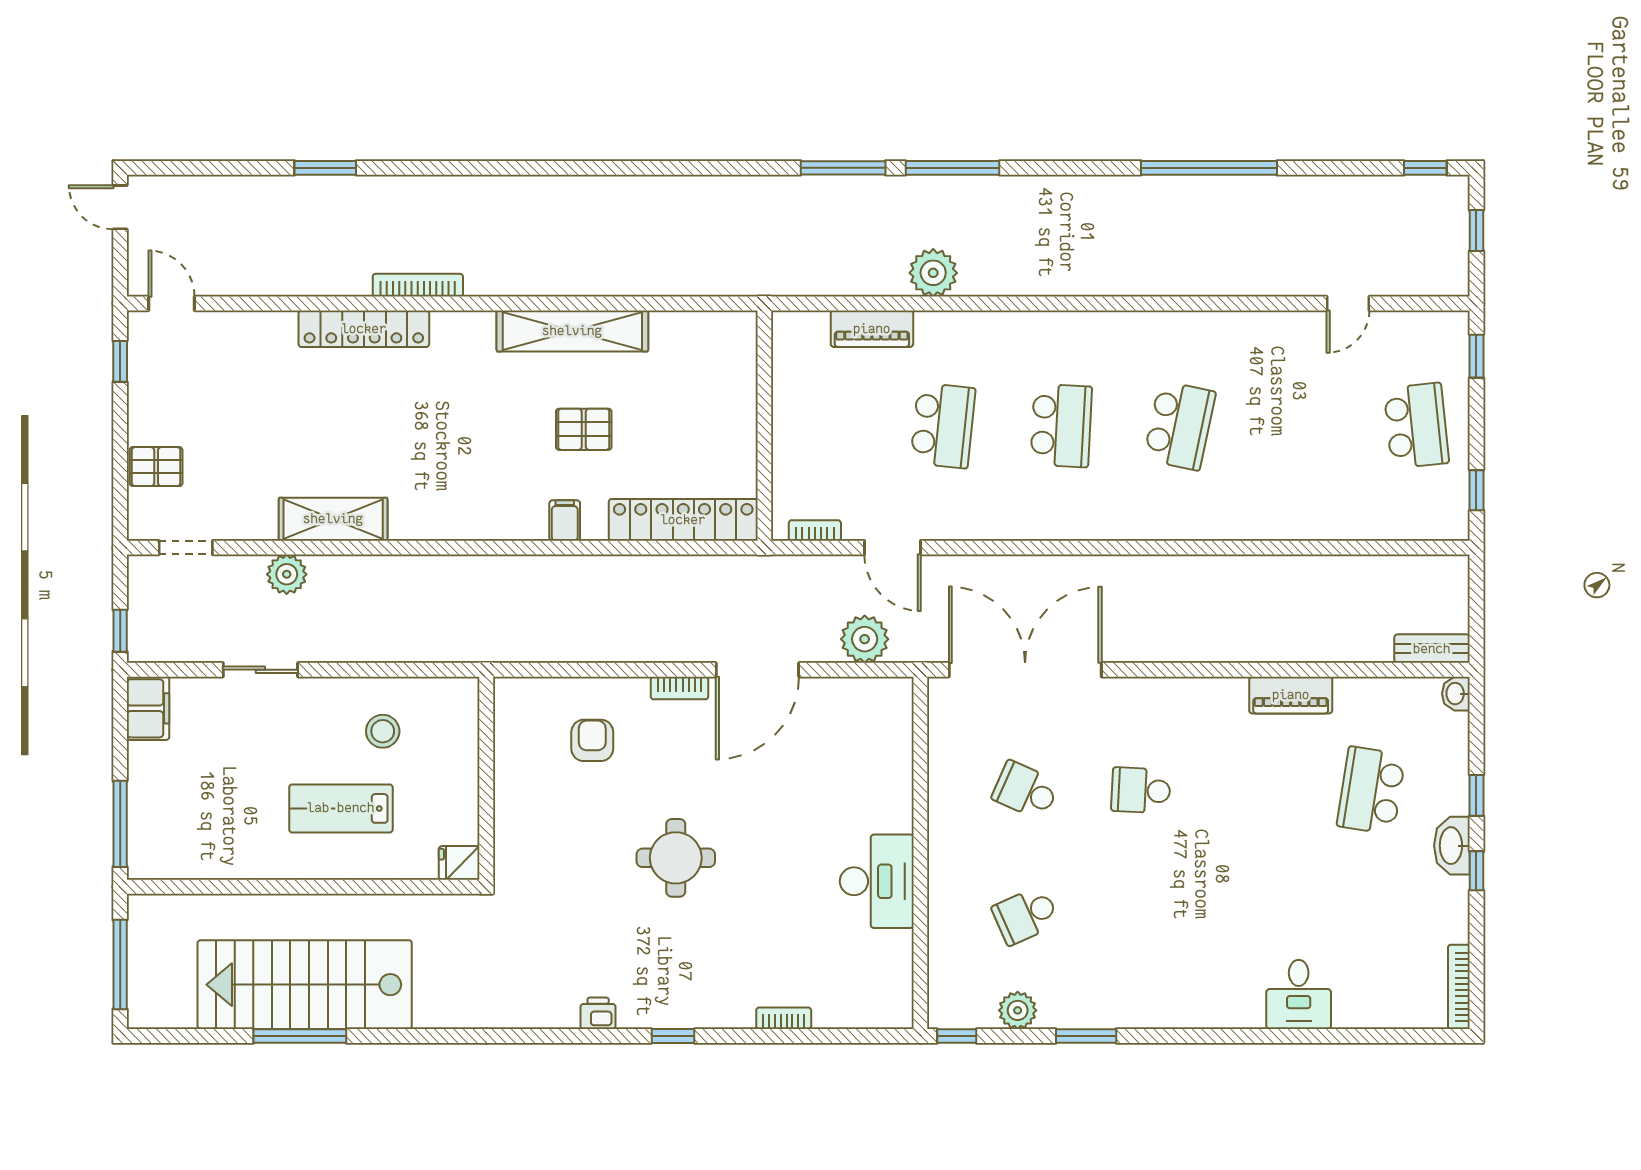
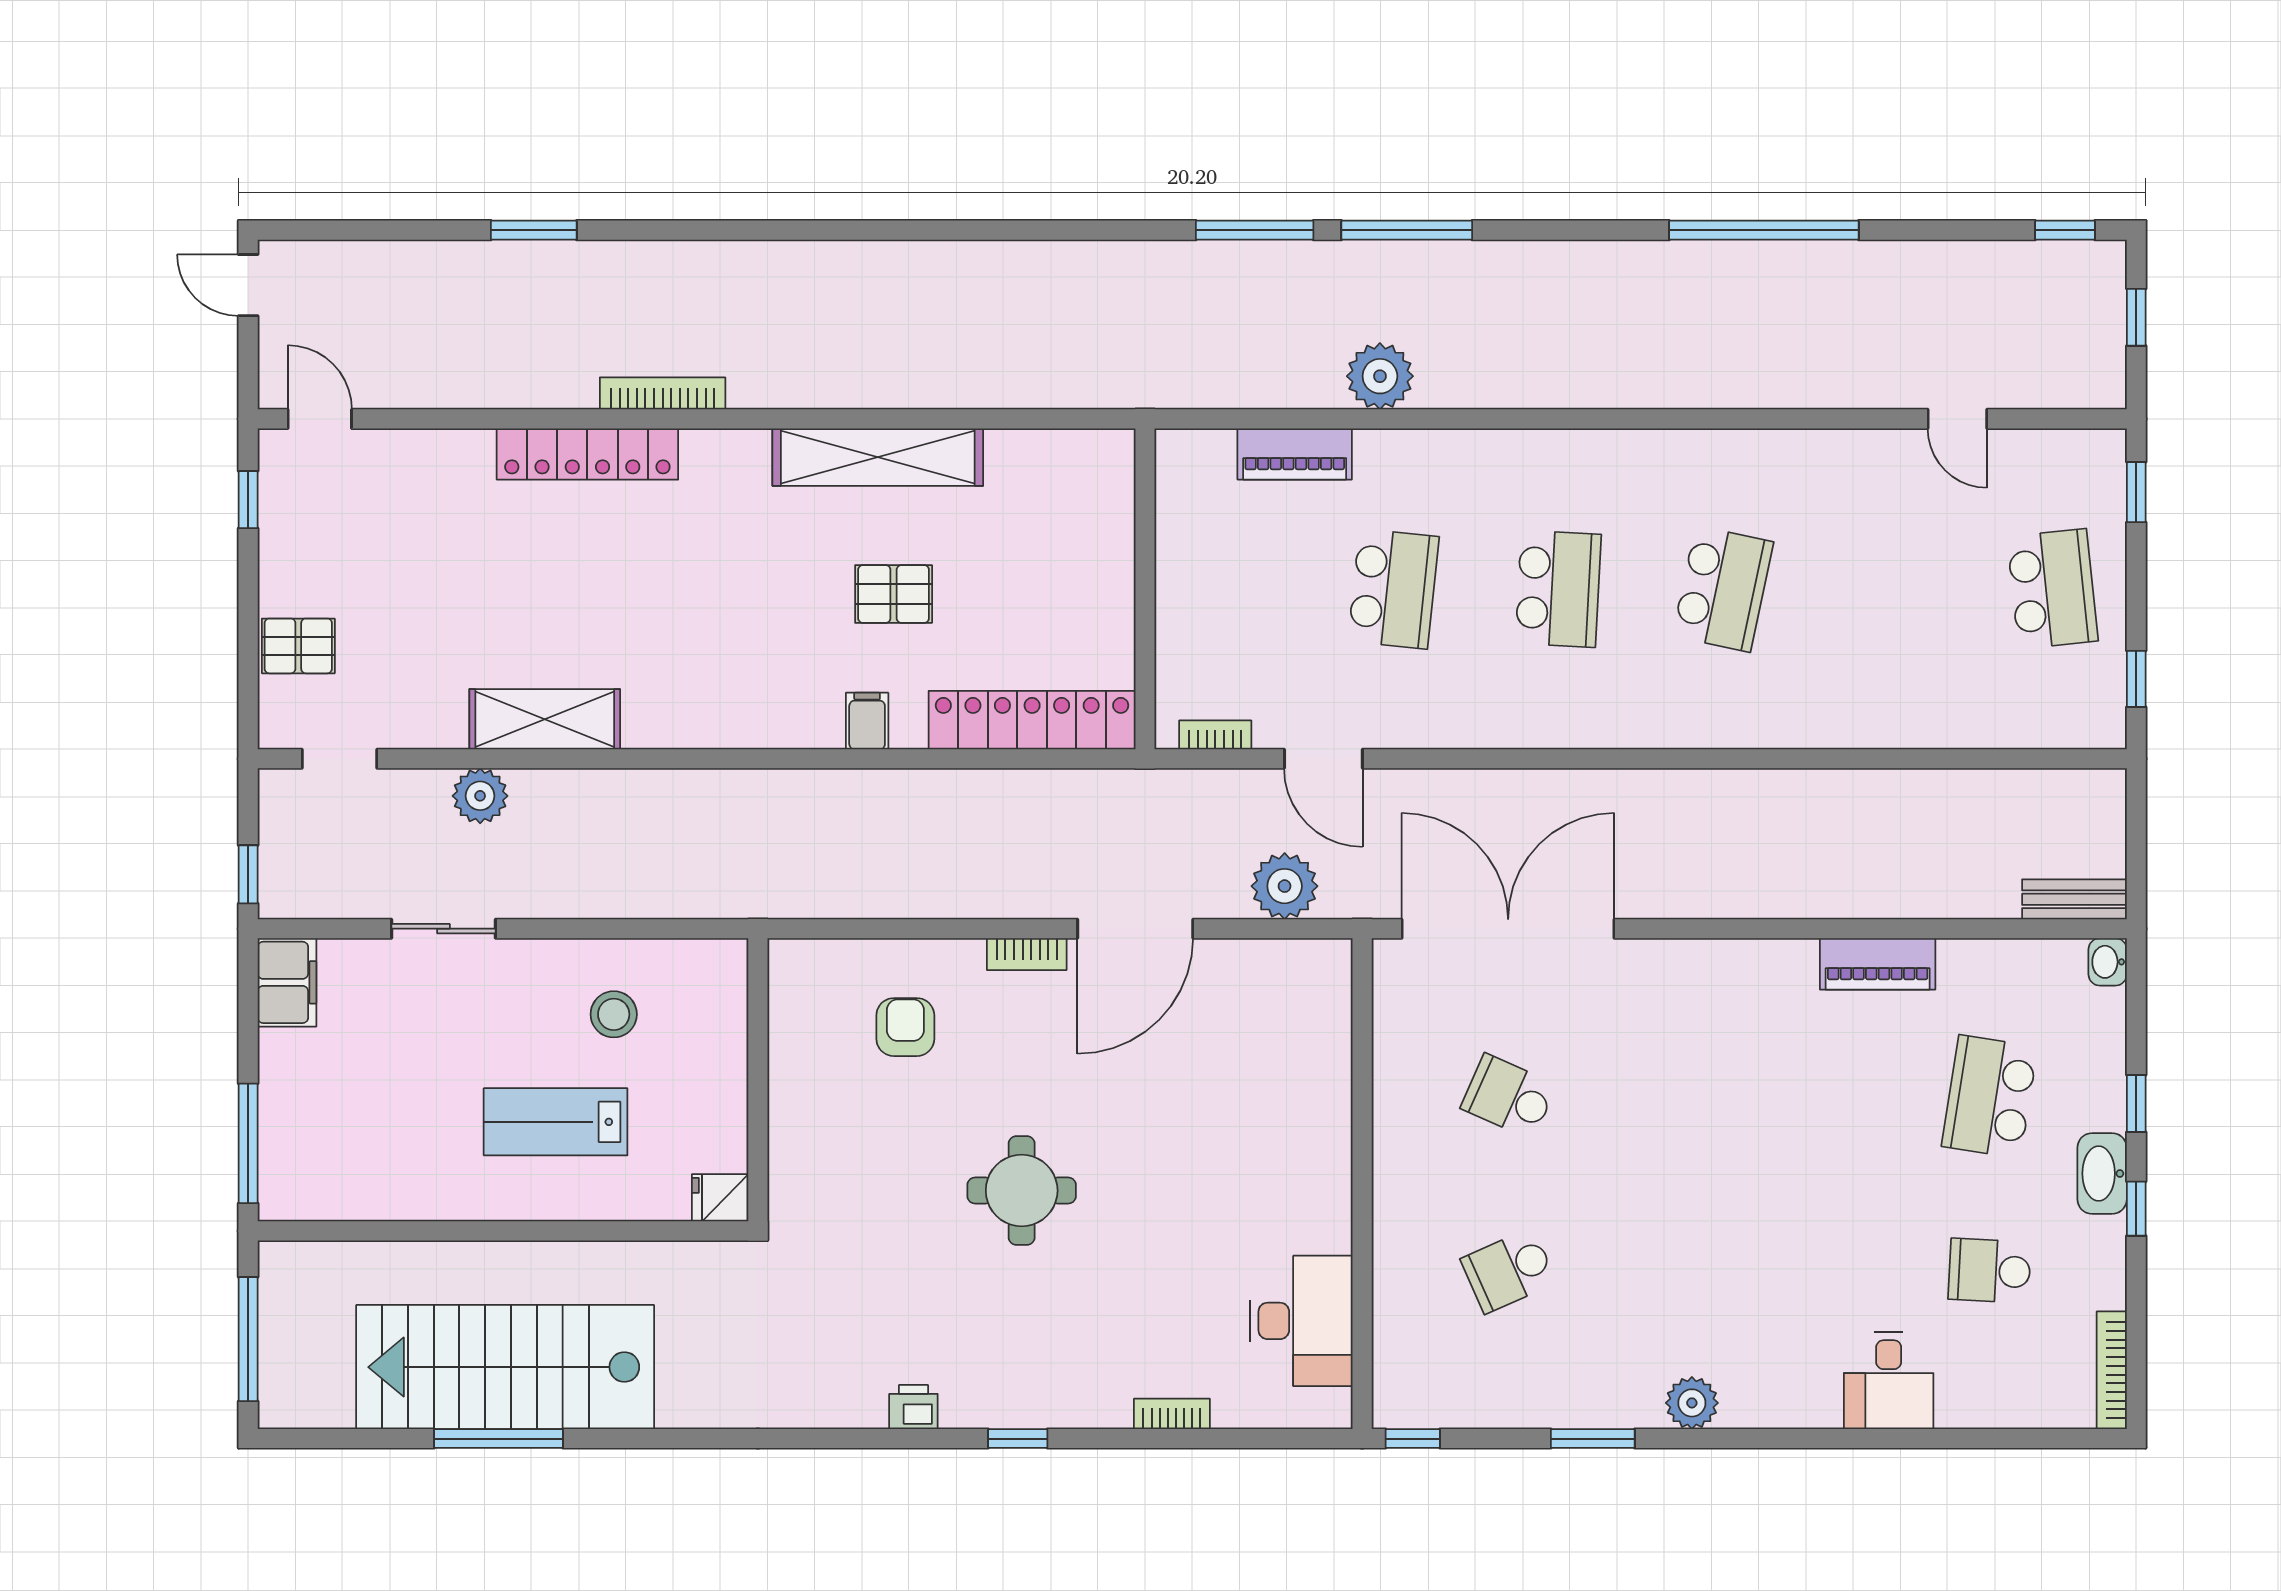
door: (1348, 303) -> (1957, 419), hinge flipped
school desk: (1141, 790) -> (1990, 1271), moved
desk: (877, 881) -> (1301, 1321), moved
plant: (1018, 1010) -> (1692, 1403), moved

